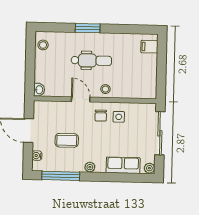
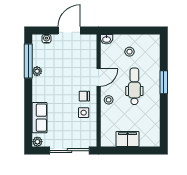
stool: (43, 45) -> (129, 52), moved
filing cabinet: (149, 47) -> (127, 139), moved, width x2.00
dental chair: (91, 60) -> (134, 86), turned 180
coffee table: (67, 140) -> (61, 66), removed
plant: (90, 167) -> (37, 71), moved

